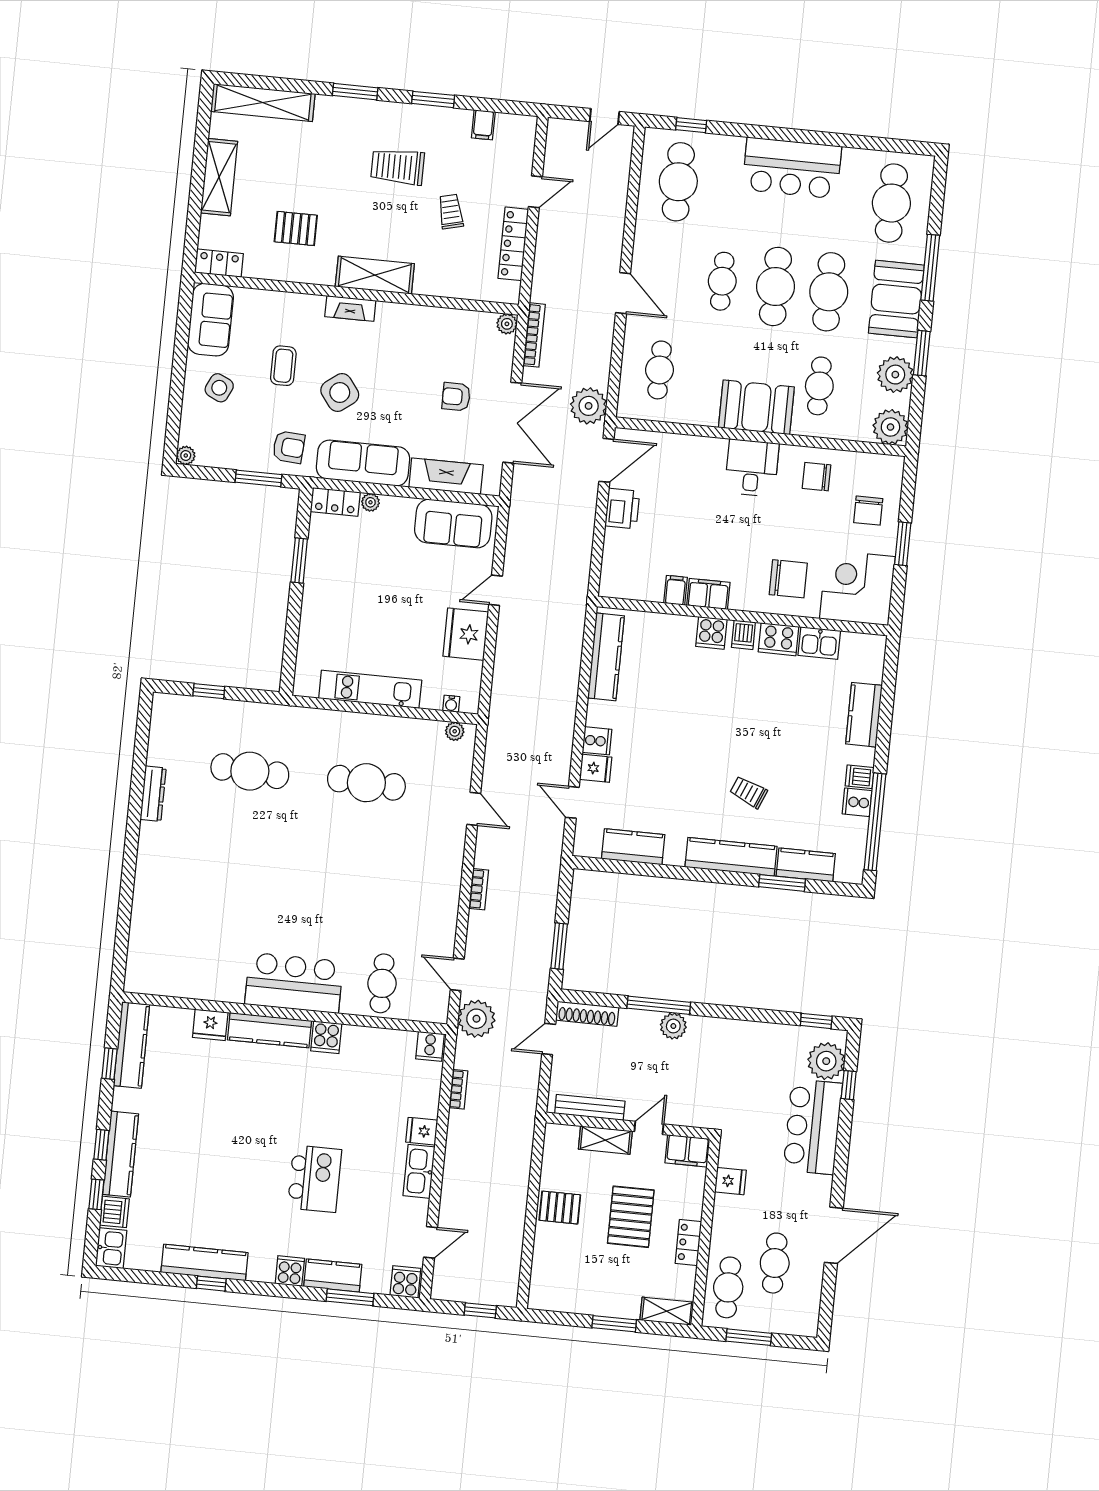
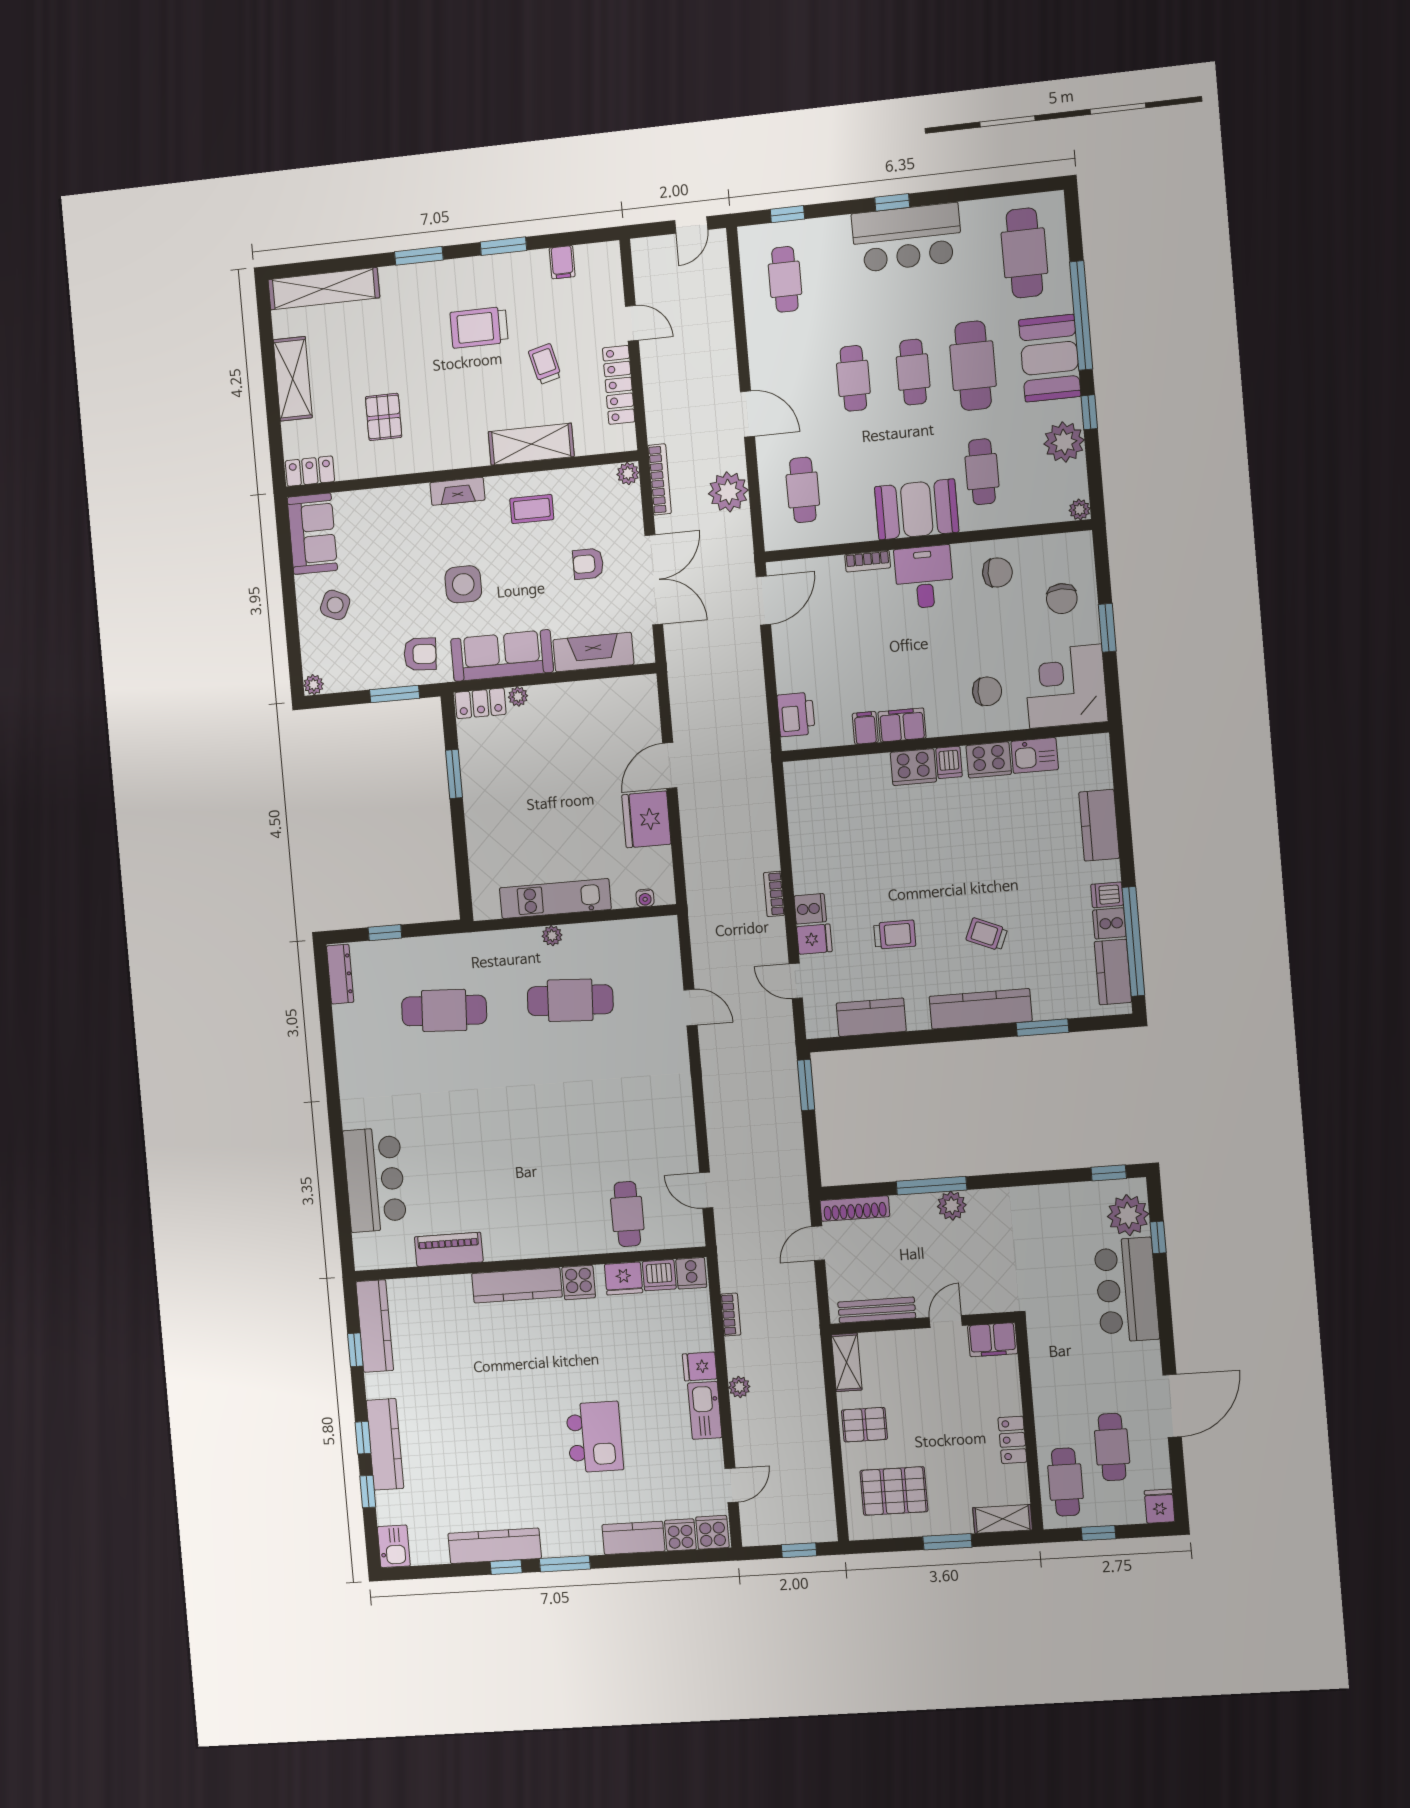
window: (785, 135) -> (892, 202), added
cafe table: (678, 182) -> (785, 279), width x0.73, depth x0.74
door: (535, 192) -> (632, 323), hinge flipped
pallet: (296, 228) -> (384, 417), turned 90
window: (930, 268) -> (1081, 315), width x1.46
shelving: (375, 275) -> (531, 444), moved
cafe table: (775, 286) -> (913, 372), width x0.73, depth x0.74
window: (922, 353) -> (1089, 412), width x0.67
coffee table: (283, 366) -> (532, 509), moved, turned 90
side table: (340, 393) -> (463, 584), turned 37
plant: (589, 406) -> (728, 492), moved
plant: (890, 427) -> (1080, 510), width x0.53, depth x0.53
bookcase: (705, 444) -> (868, 561), added
chair: (816, 477) -> (997, 572), turned 180
printer: (622, 509) -> (796, 715), moved
sofa: (453, 523) -> (611, 702), removed
chair: (788, 579) -> (987, 691), width x0.73, depth x0.73
door: (496, 590) -> (670, 766), width x1.38
cooker: (711, 633) -> (913, 767), width x1.36
kitchen counter: (606, 657) -> (803, 815), removed
plant: (455, 731) -> (552, 936), moved
trolley: (668, 777) -> (895, 935), added
dresser: (153, 794) -> (340, 974), moved
kitchen counter: (806, 865) -> (1113, 972), moved, turned -90
bookcase: (479, 889) -> (774, 894), moved, turned 180
window: (559, 946) -> (806, 1085), moved
bar counter: (294, 983) -> (375, 1180), moved, turned 90
piano: (213, 987) -> (449, 1249), added
plant: (476, 1019) -> (739, 1387), moved, width x0.53, depth x0.53
fridge: (210, 1025) -> (624, 1278), moved
shelving: (605, 1140) -> (847, 1362), moved, turned 90
fridge: (730, 1181) -> (1160, 1506), moved, turned -90
dishwasher: (114, 1212) -> (659, 1275), moved, turned 90
pallet: (631, 1217) -> (894, 1491), moved, turned 90
cooker: (290, 1271) -> (680, 1535), moved
window: (350, 1297) -> (565, 1564), moved
window: (749, 1337) -> (1098, 1533), width x0.67

